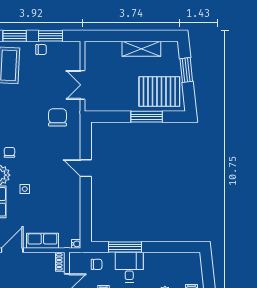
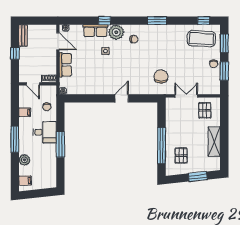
pallet: (101, 61) -> (205, 110), added
pallet: (159, 91) -> (181, 156), width x0.49, depth x0.50
chair: (57, 117) -> (161, 76), turned -90
window: (147, 117) -> (162, 146), width x1.46
window: (125, 247) -> (60, 144), moved

